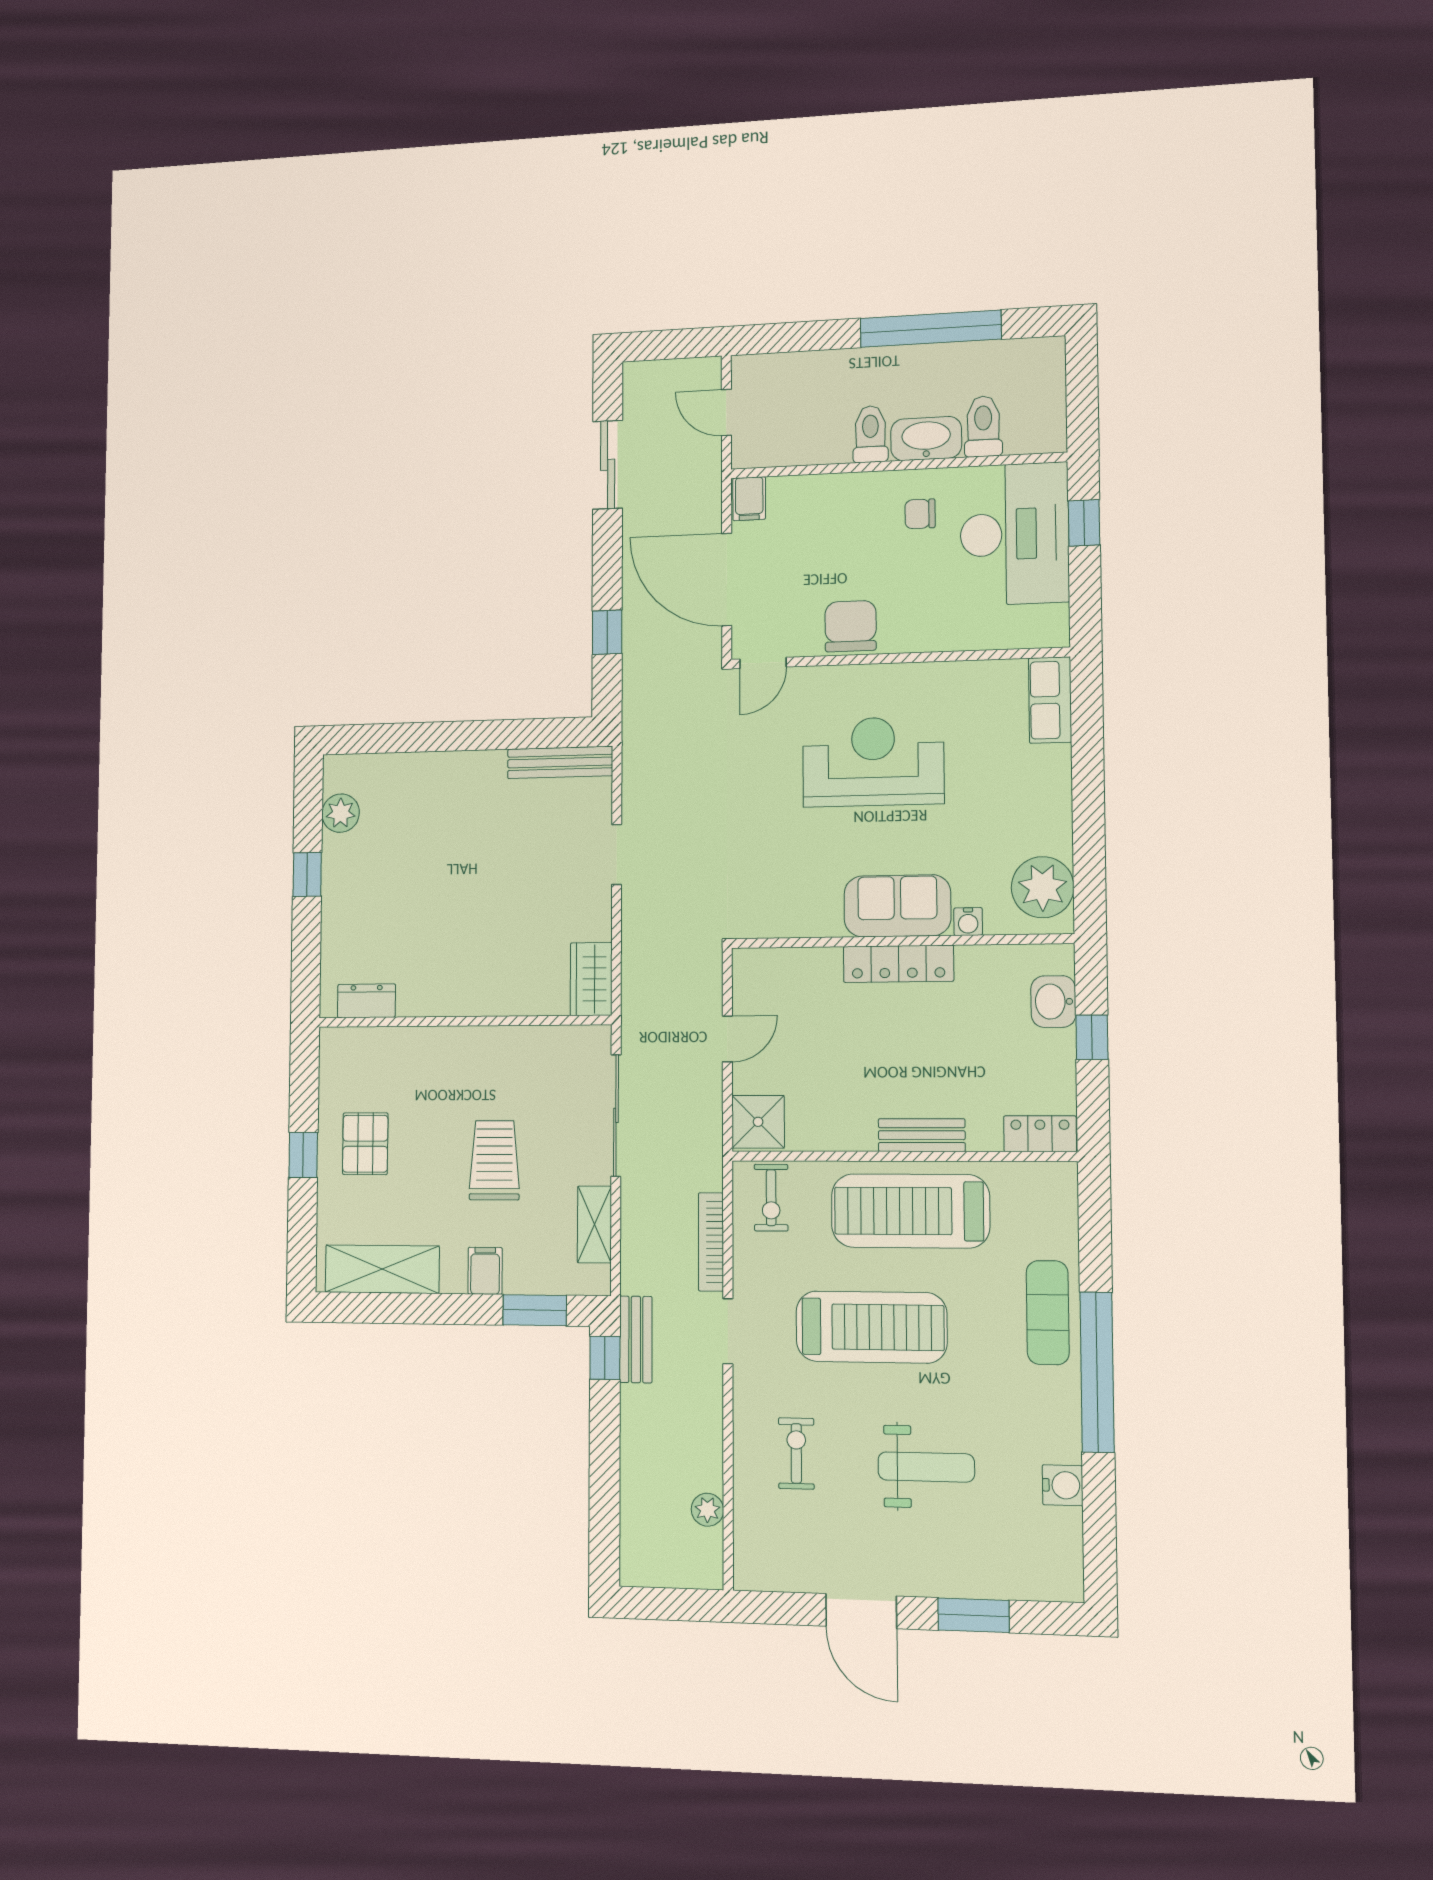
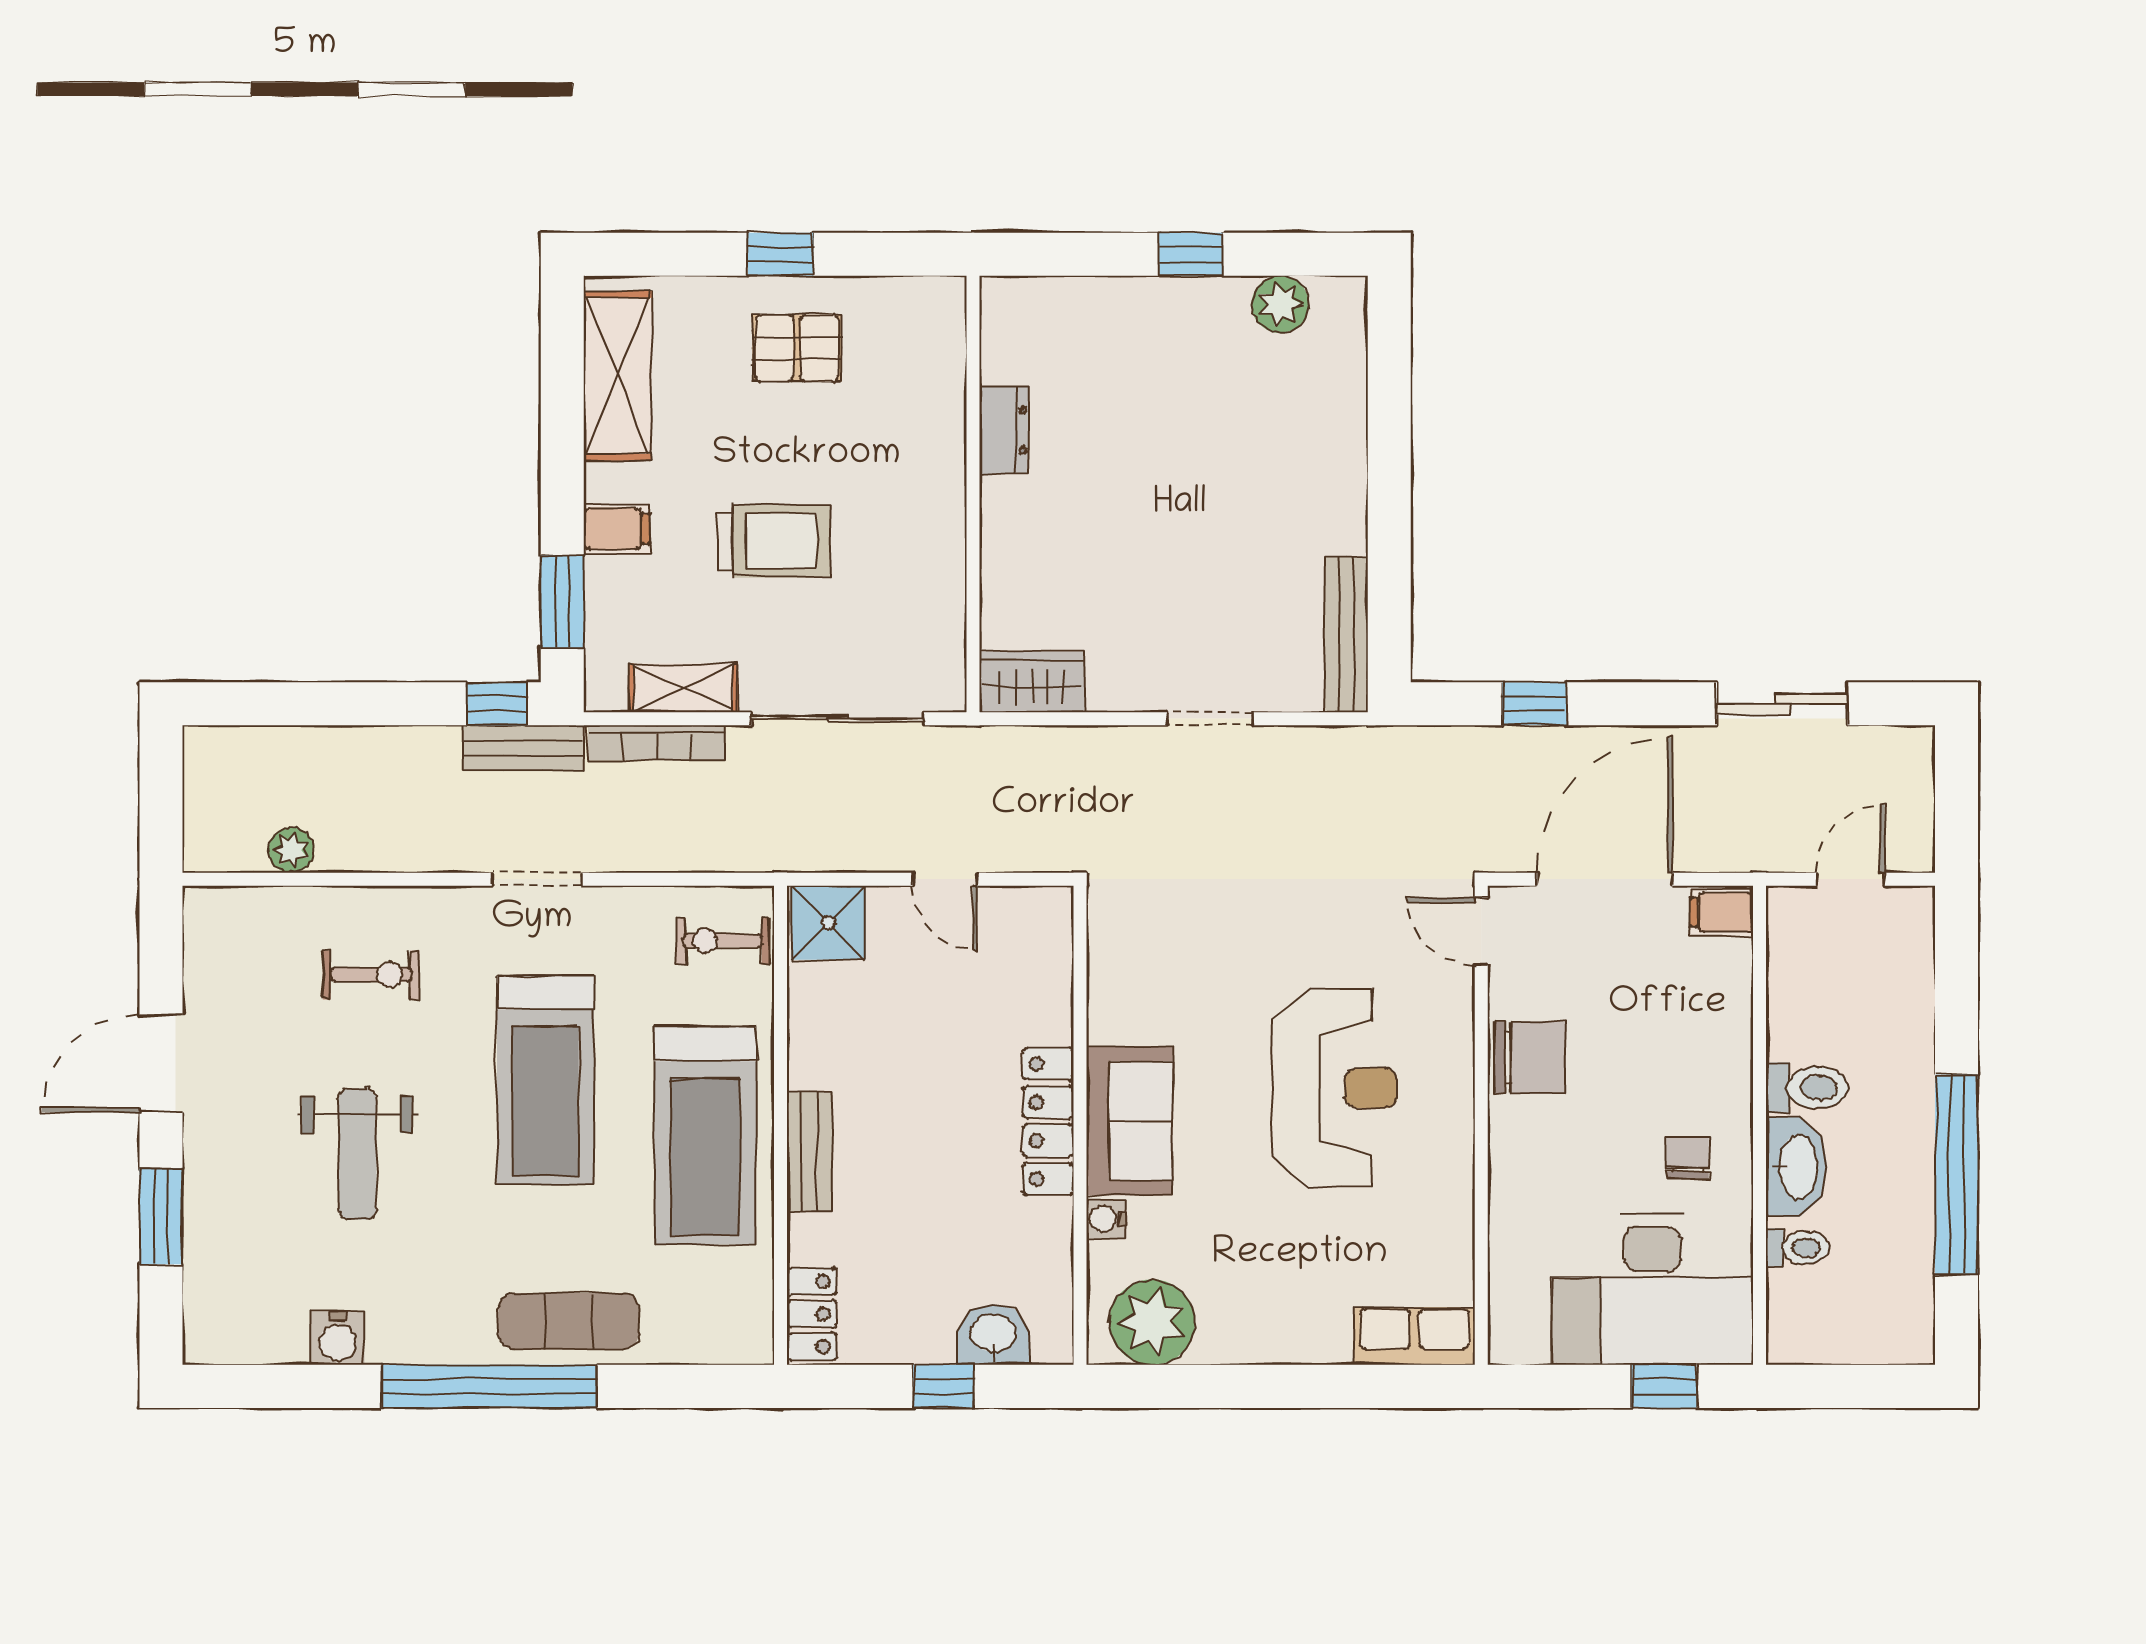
toilet: (983, 426) -> (1798, 1248), width x0.73, depth x0.72
dresser: (366, 1001) -> (1004, 430), moved
treadmill: (910, 1211) -> (705, 1135), turned 180
bookcase: (711, 1242) -> (657, 743), moved, turned 180

